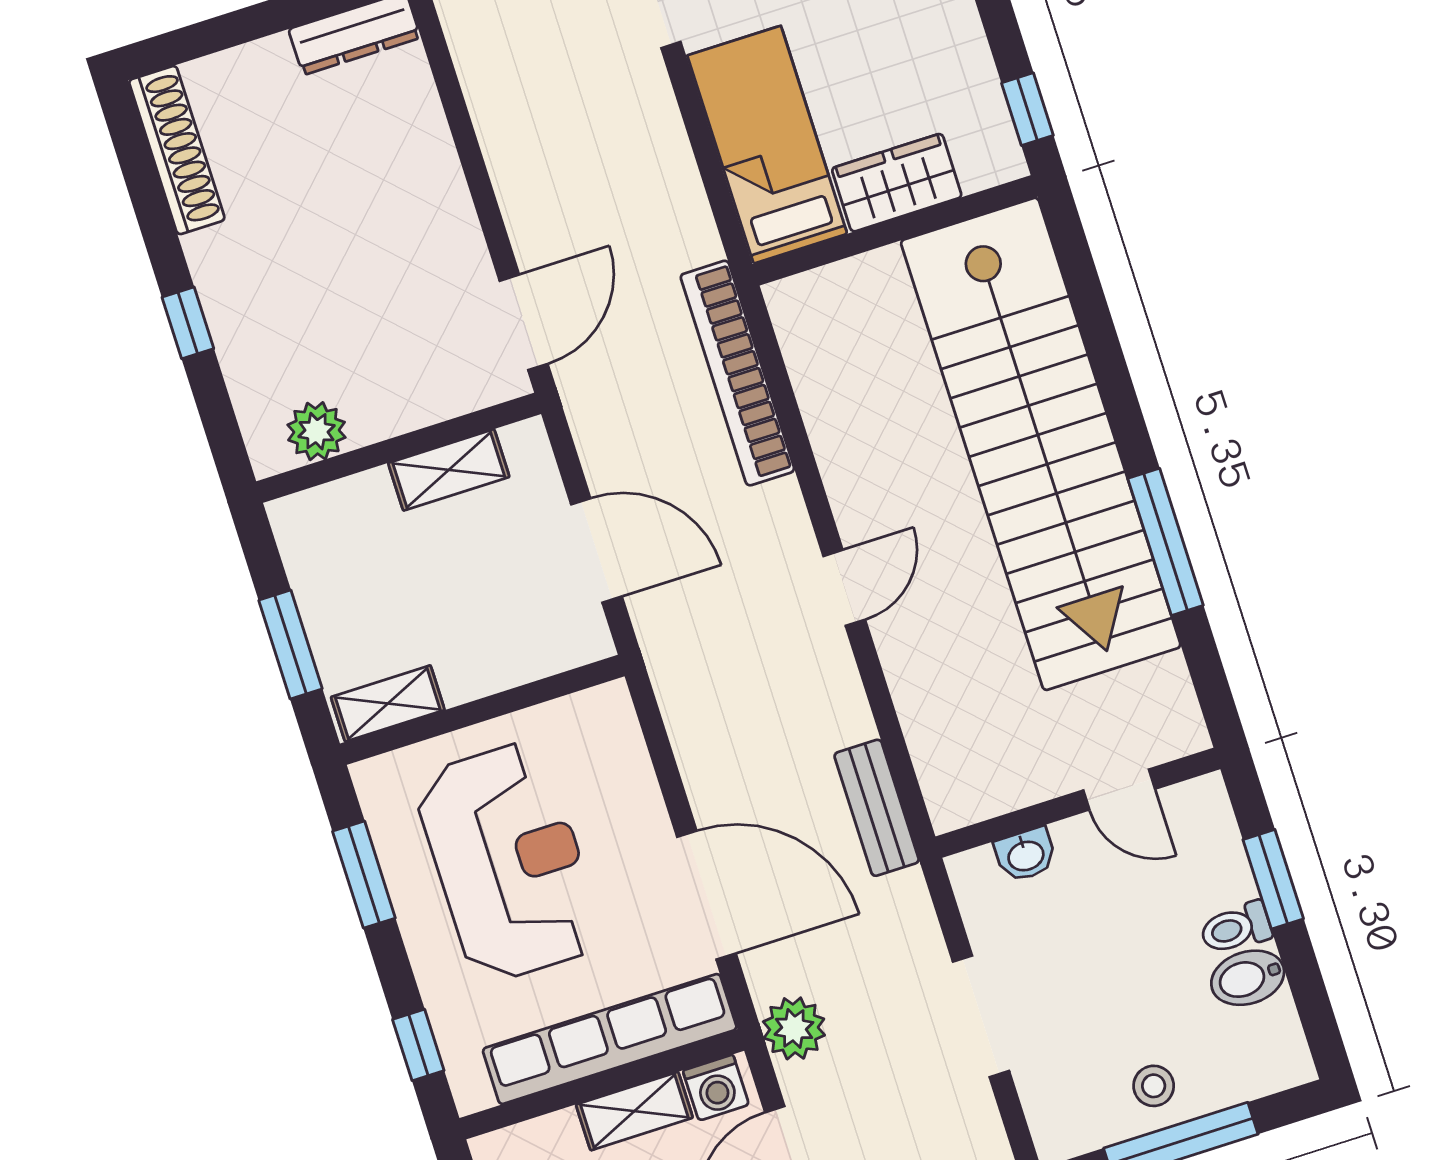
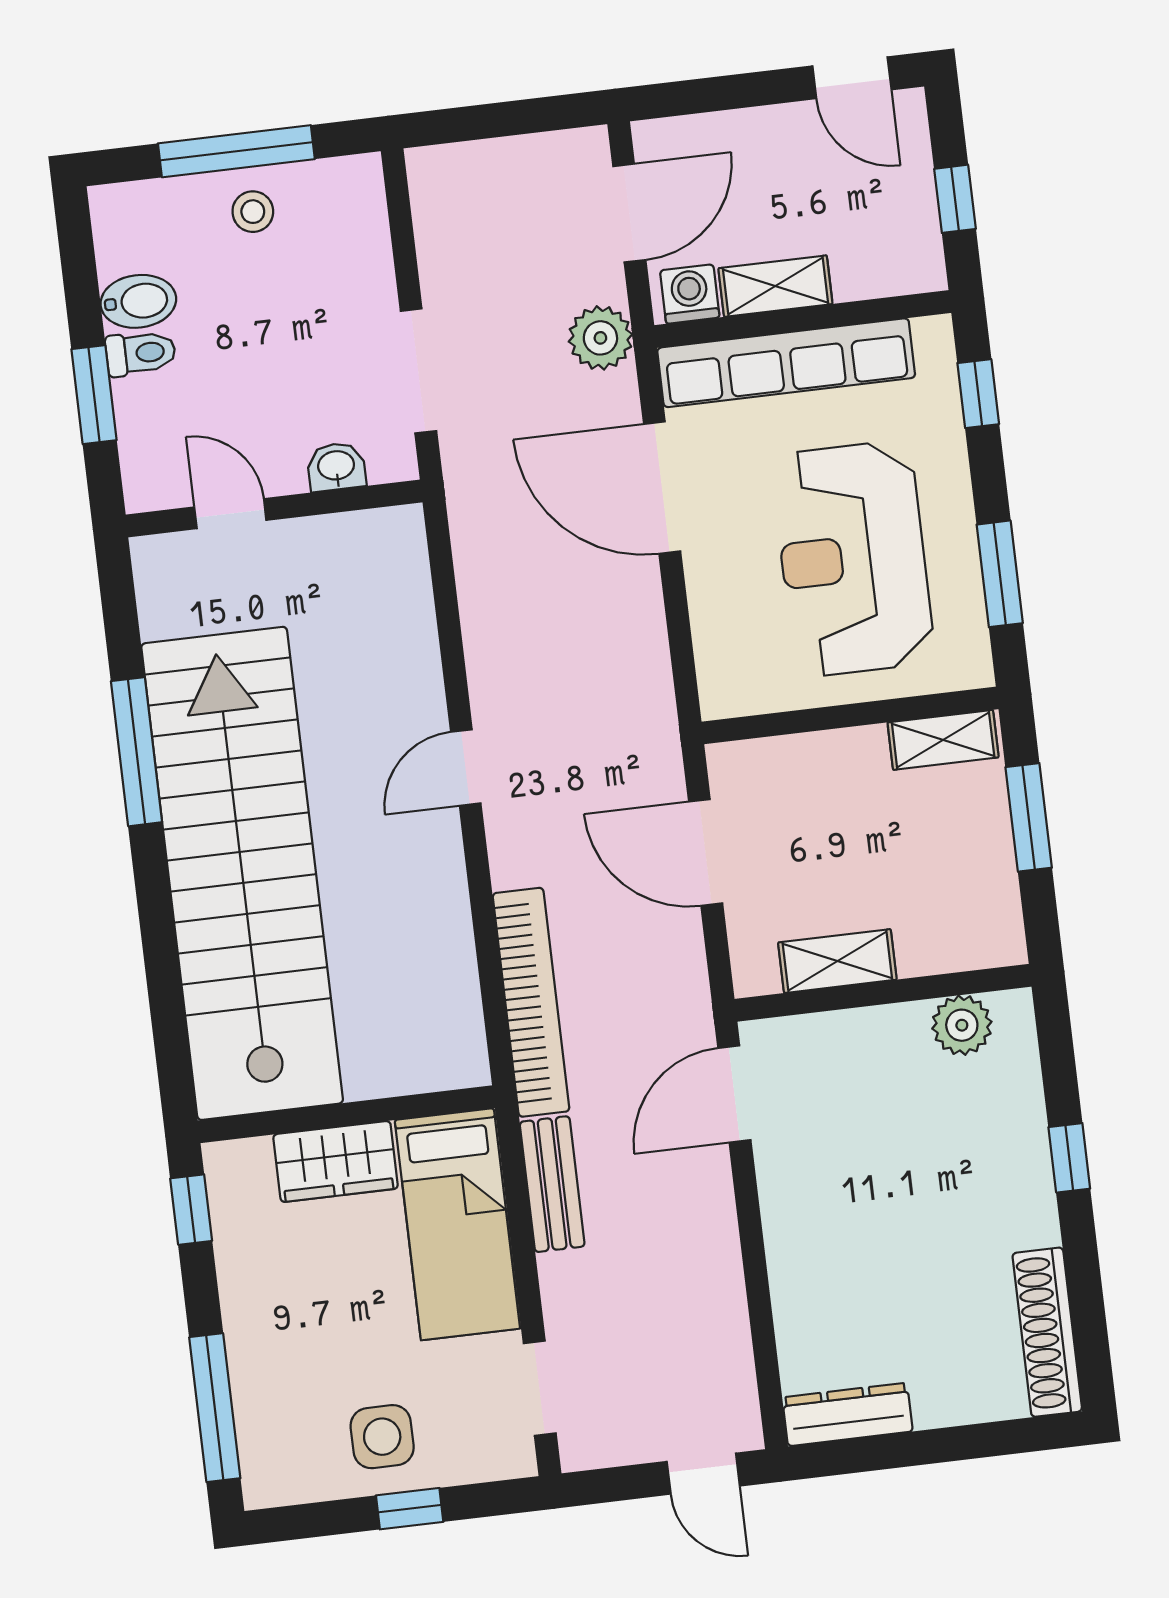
bench: (877, 808) -> (552, 1184), moved
doorway: (981, 1016) -> (418, 371), moved

